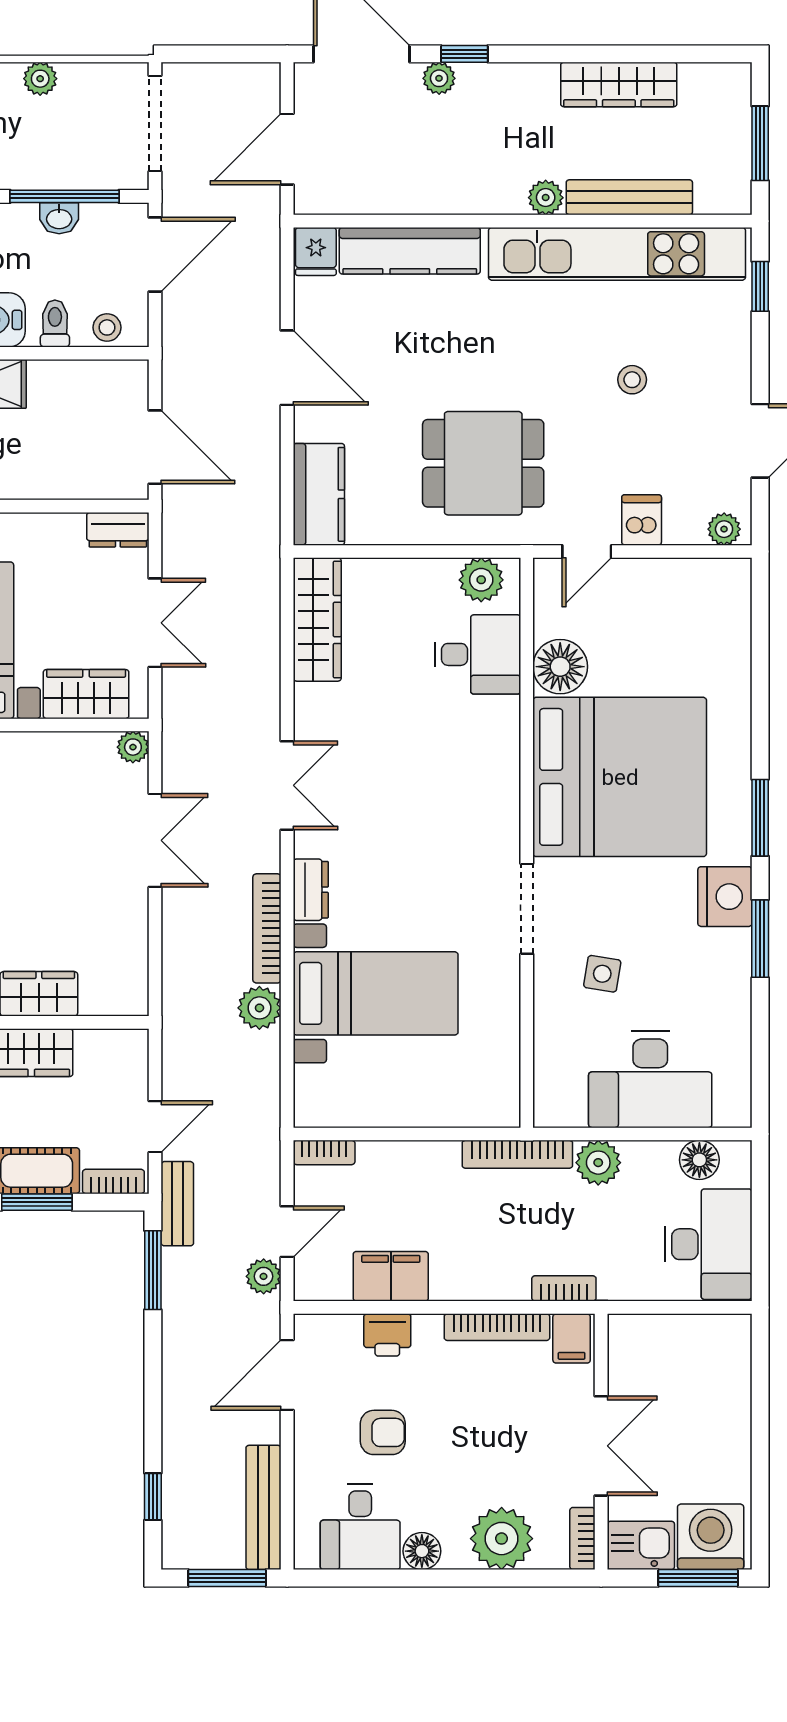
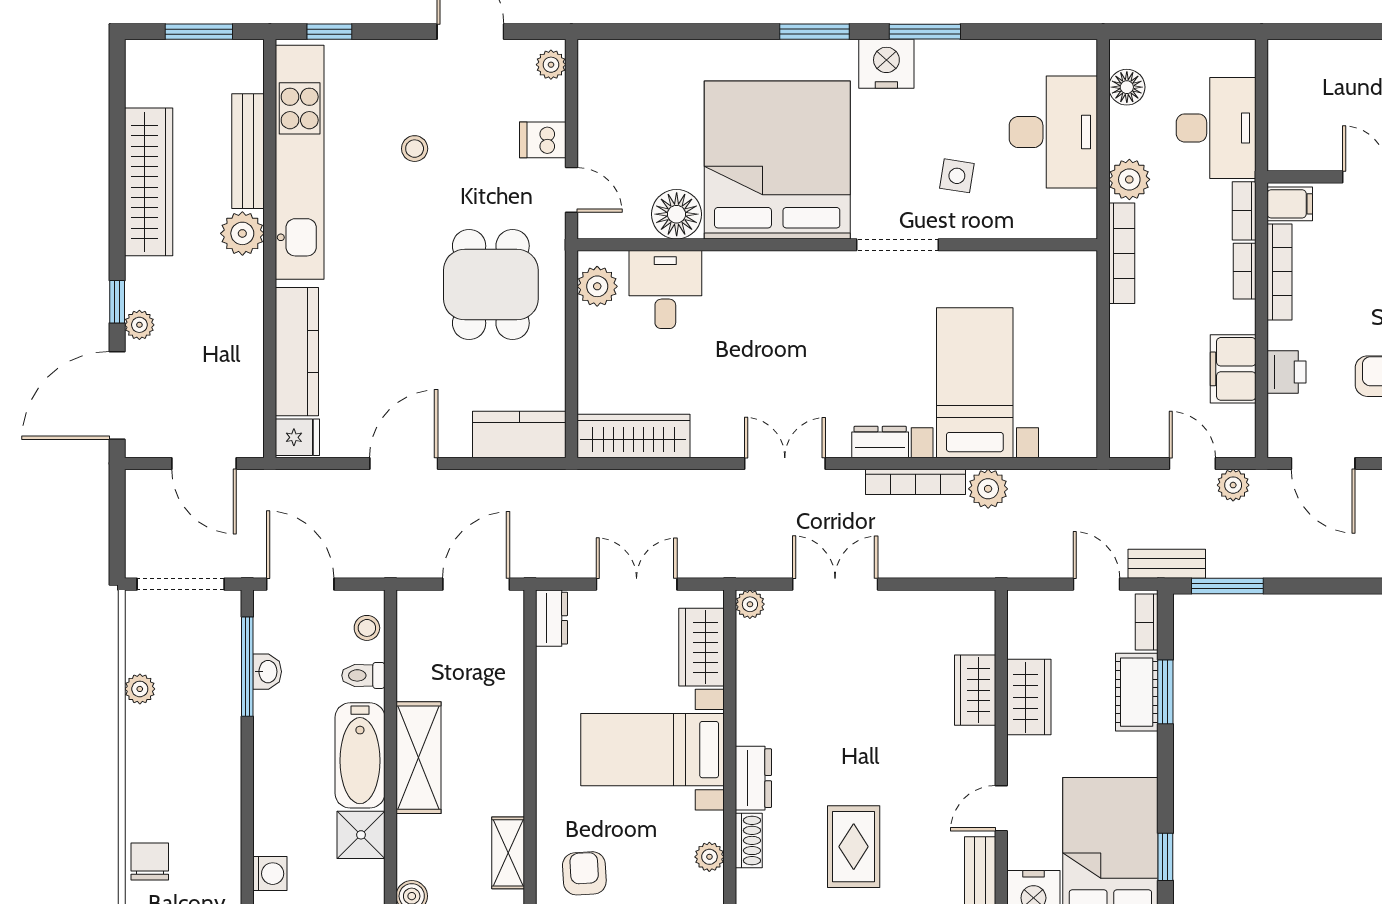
wardrobe: (619, 84) -> (149, 182), width x1.40, depth x1.17
plant: (546, 198) -> (242, 233), width x1.38, depth x1.38
bookcase: (324, 1152) -> (1245, 271), moved, turned 180
desk: (708, 1244) -> (1216, 128), moved, turned 90

